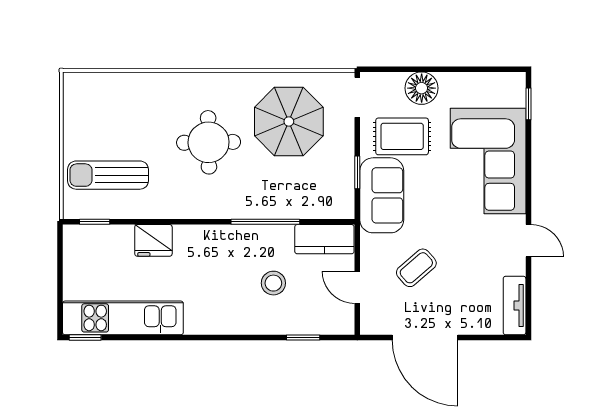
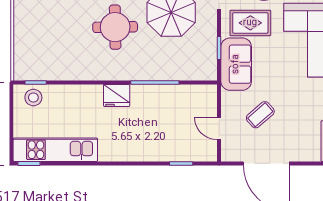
sun lounger: (108, 175) -> (45, 50), removed
kitchen counter: (324, 239) -> (196, 95), removed
fridge: (153, 240) -> (117, 96), moved
stool: (273, 283) -> (33, 98), moved

